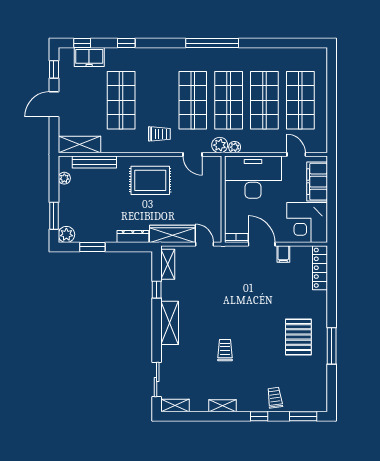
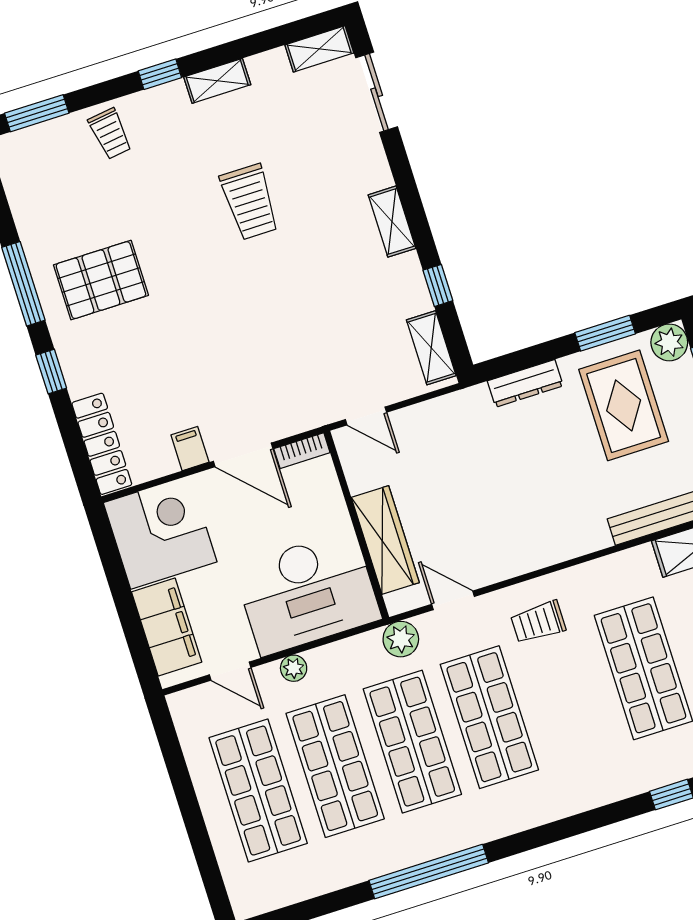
window: (212, 43) -> (429, 872), moved
plant: (235, 147) -> (294, 668), moved
rug: (150, 180) -> (624, 405), moved, turned 90
wardrobe: (172, 234) -> (385, 540), moved, turned -90
window: (332, 305) -> (51, 372), added
shelving: (170, 323) -> (392, 222), width x0.67, depth x0.75
pallet: (298, 337) -> (101, 280), turned 90
trolley: (225, 350) -> (250, 202), width x1.36, depth x1.39
window: (259, 416) -> (160, 74), moved

